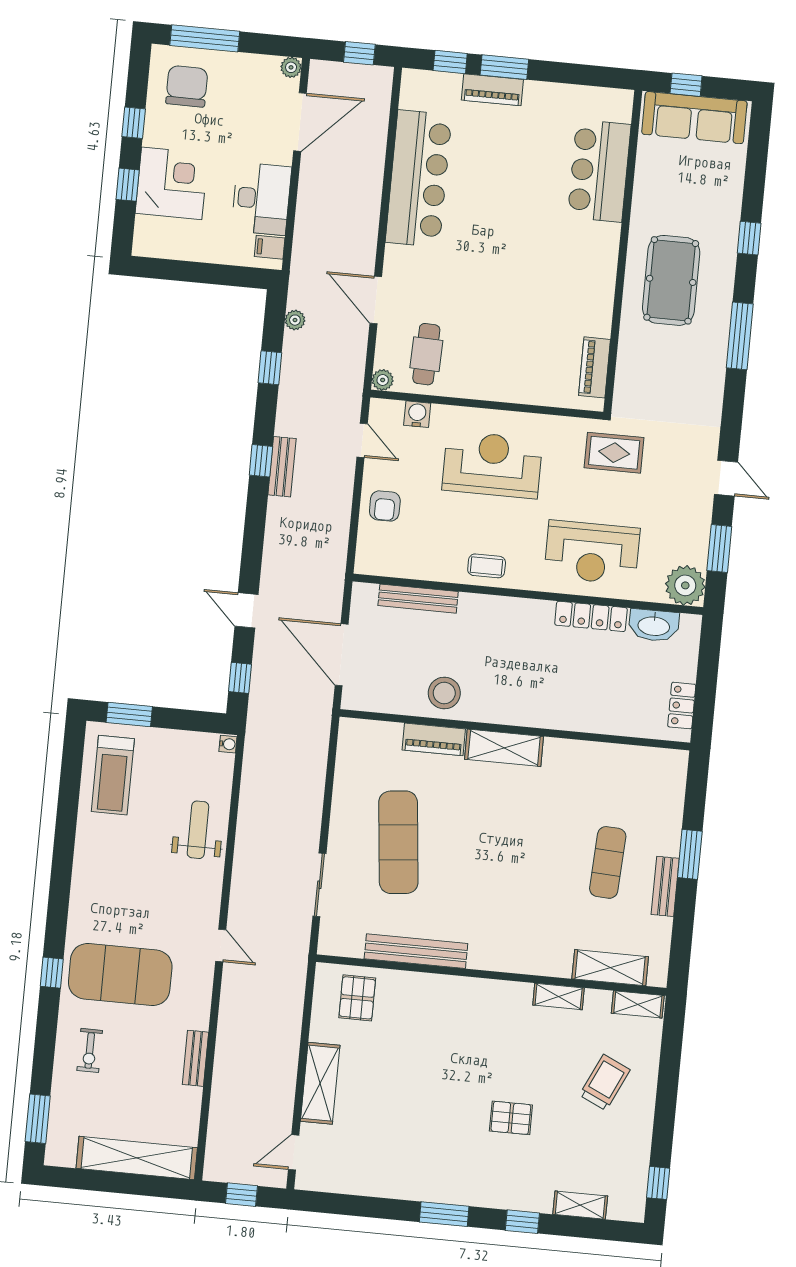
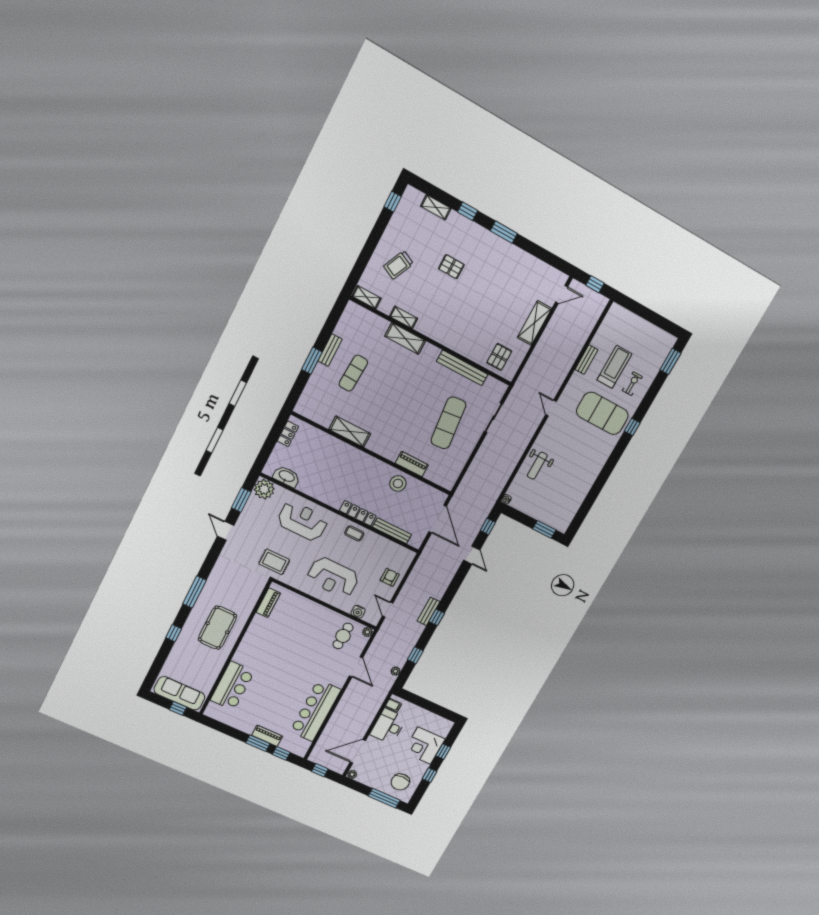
locker: (591, 616) -> (358, 513), moved
shelving: (504, 748) -> (350, 432), moved
treadmill: (113, 775) -> (614, 367), moved
shelving: (610, 968) -> (405, 339), moved
shelving: (137, 1158) -> (635, 323), removed

